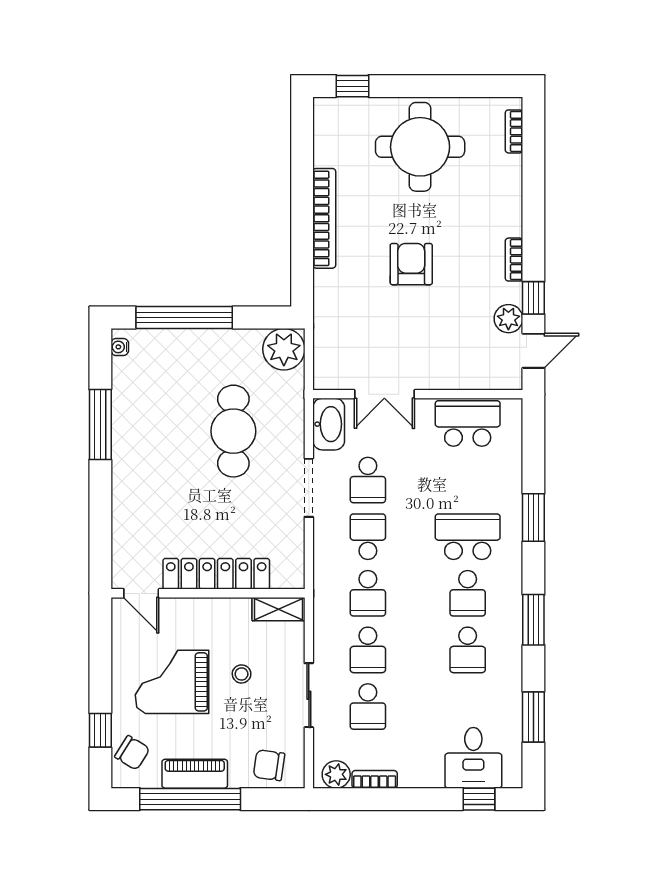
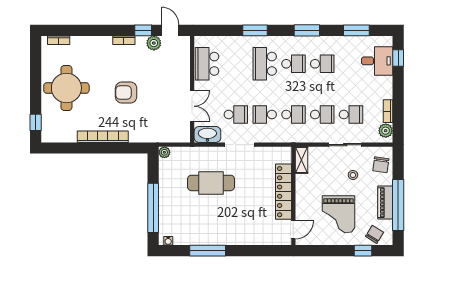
plant: (284, 349) -> (164, 152), width x0.53, depth x0.53
stool: (242, 674) -> (353, 175), moved

